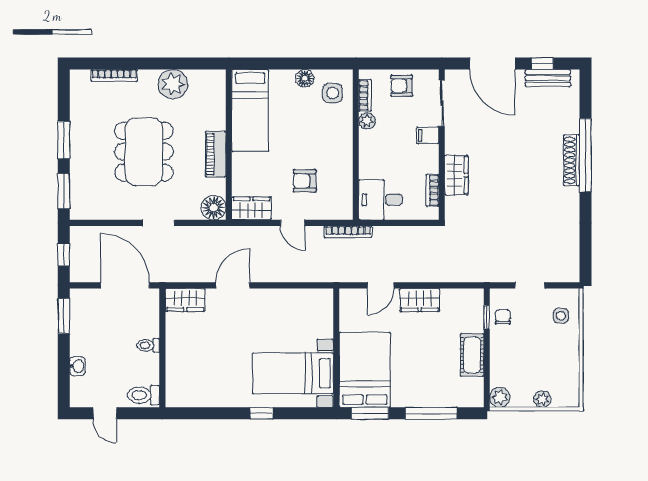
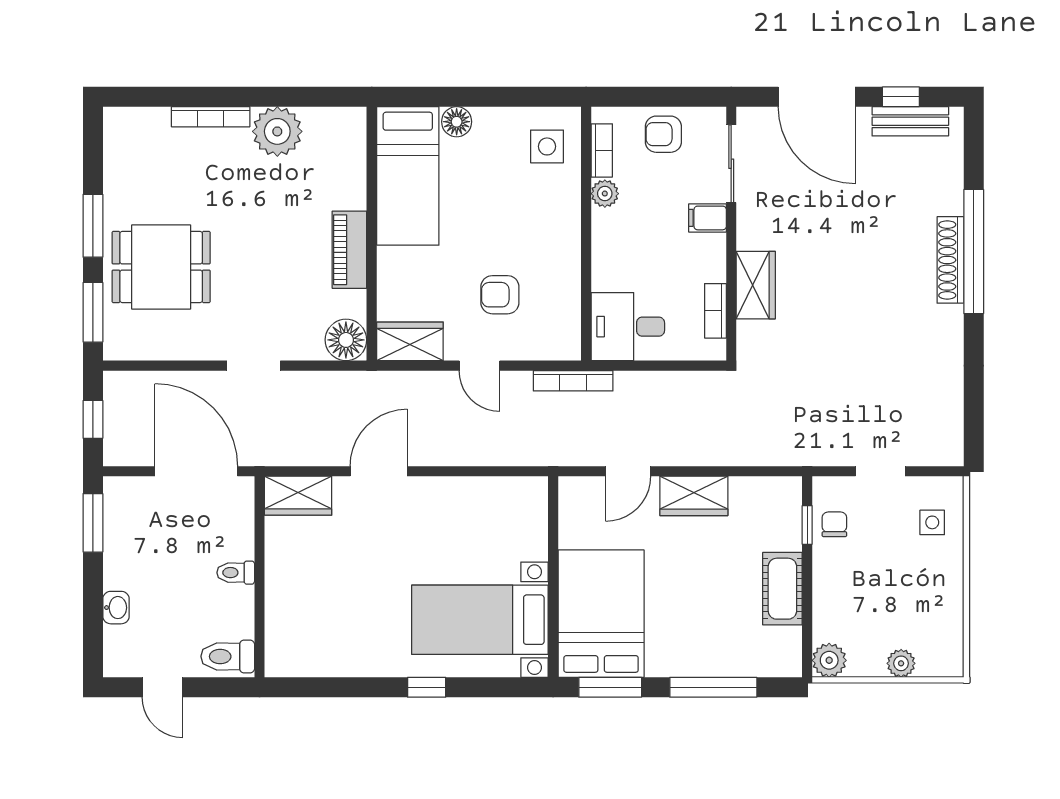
bookcase: (114, 75) -> (211, 117), moved
floor lamp: (305, 78) -> (457, 122), moved
dining table: (144, 152) -> (161, 267), moved, width x0.73

